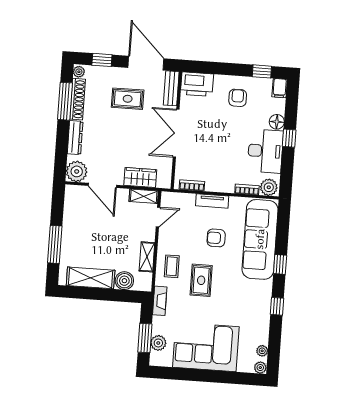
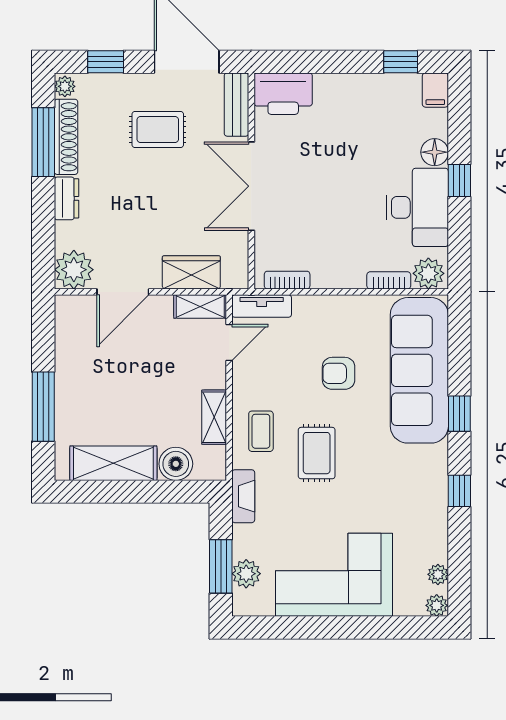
armchair: (238, 98) -> (360, 113), removed
dresser: (75, 138) -> (66, 198), width x0.70
door: (102, 185) -> (123, 292), hinge flipped
tv unit: (212, 201) -> (262, 306), moved

